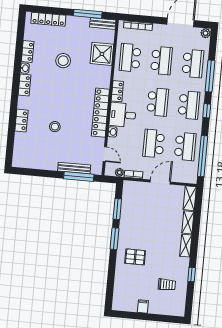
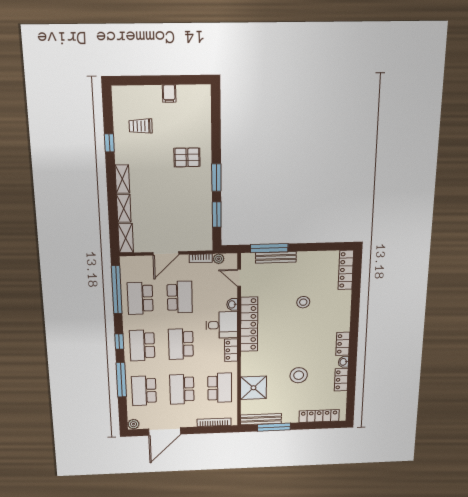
bench: (103, 24) -> (261, 419), width x1.36
locker: (21, 121) -> (346, 270), moved, width x1.53

